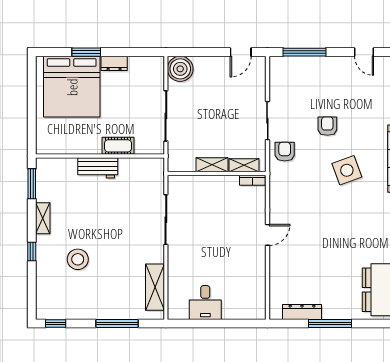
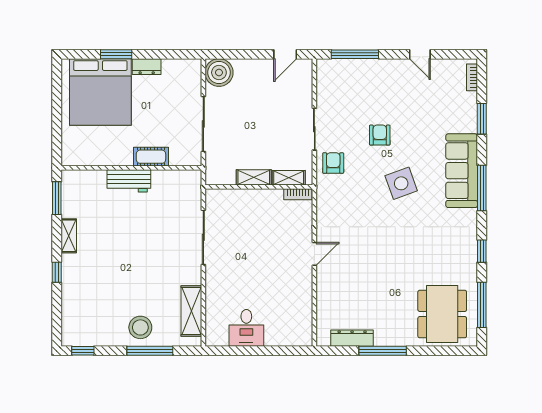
stool: (78, 259) -> (140, 327), moved

